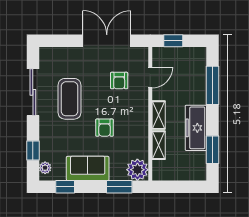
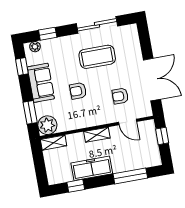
shelving: (159, 145) -> (54, 143), moved
window: (213, 150) -> (76, 186), width x0.67

